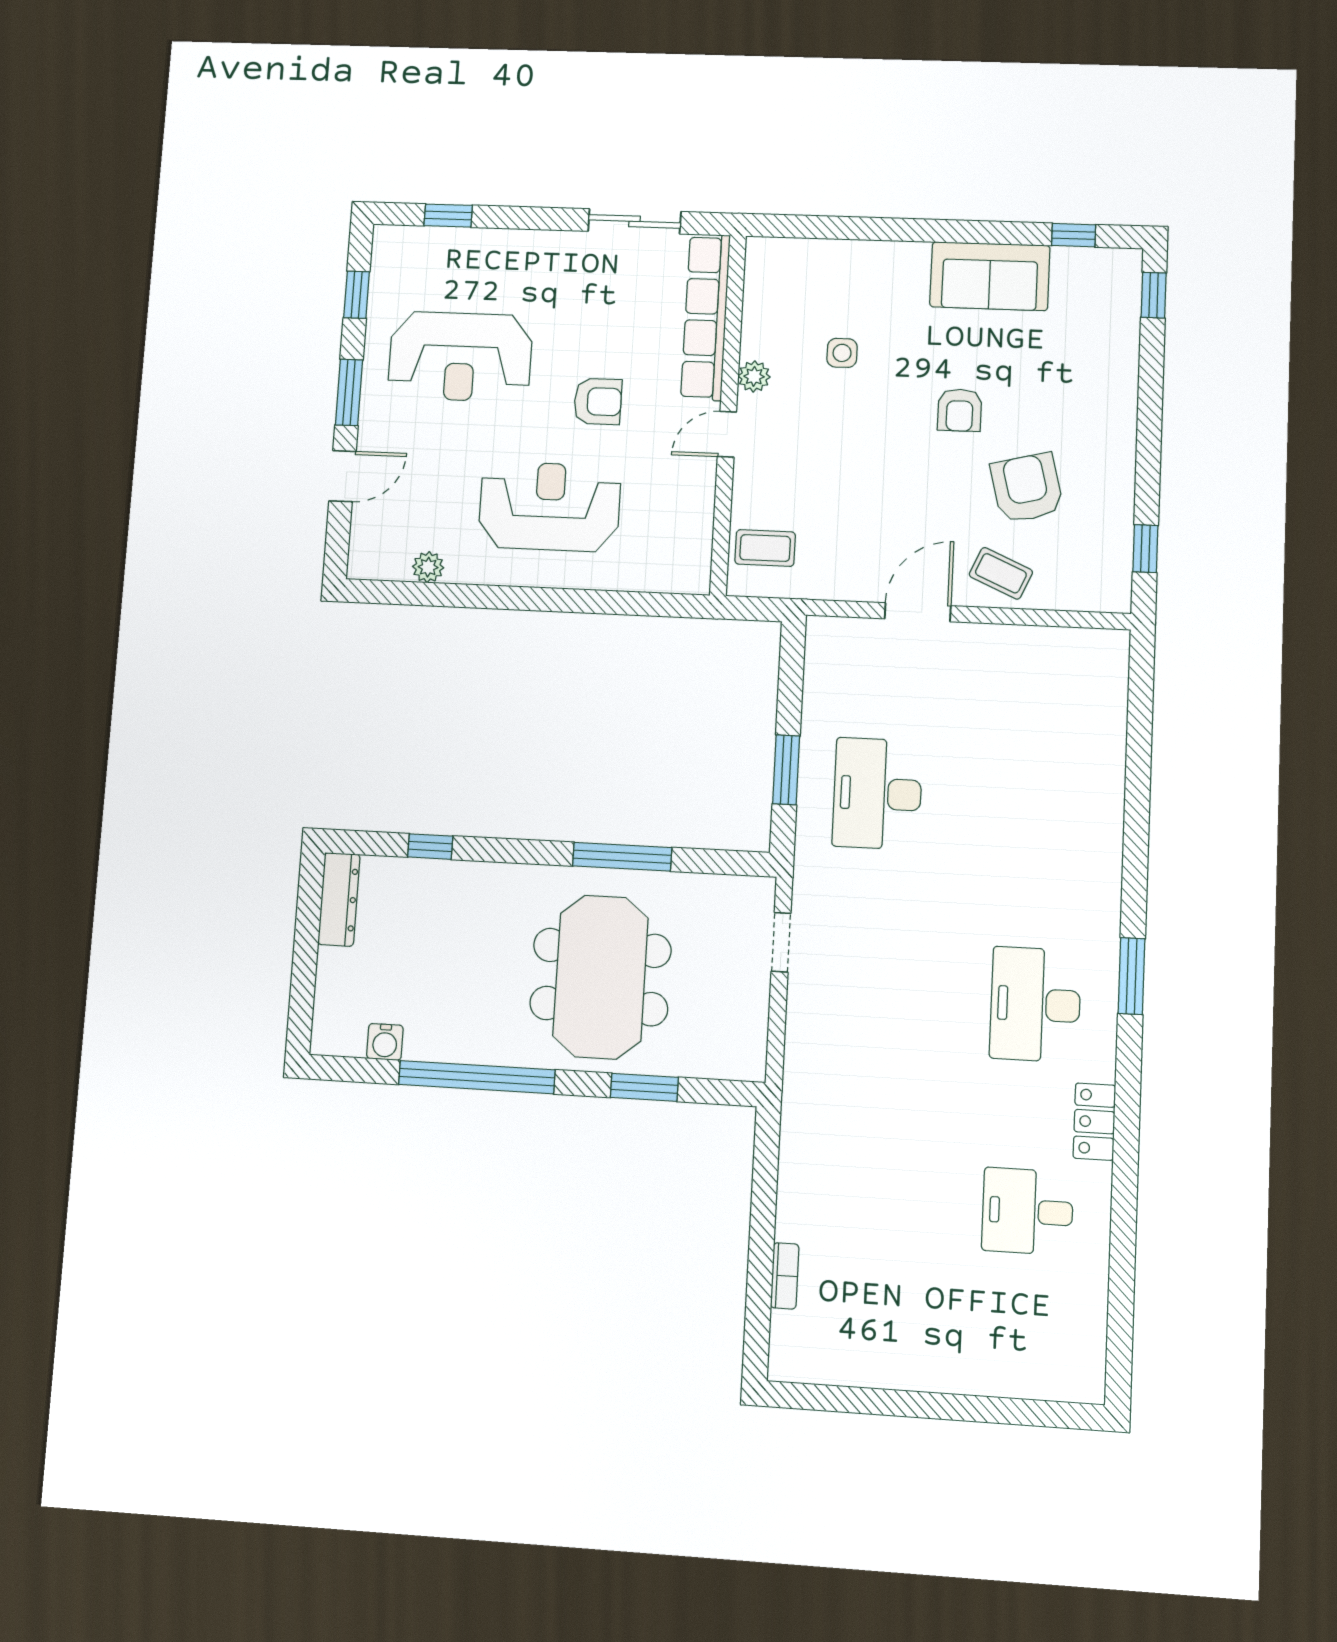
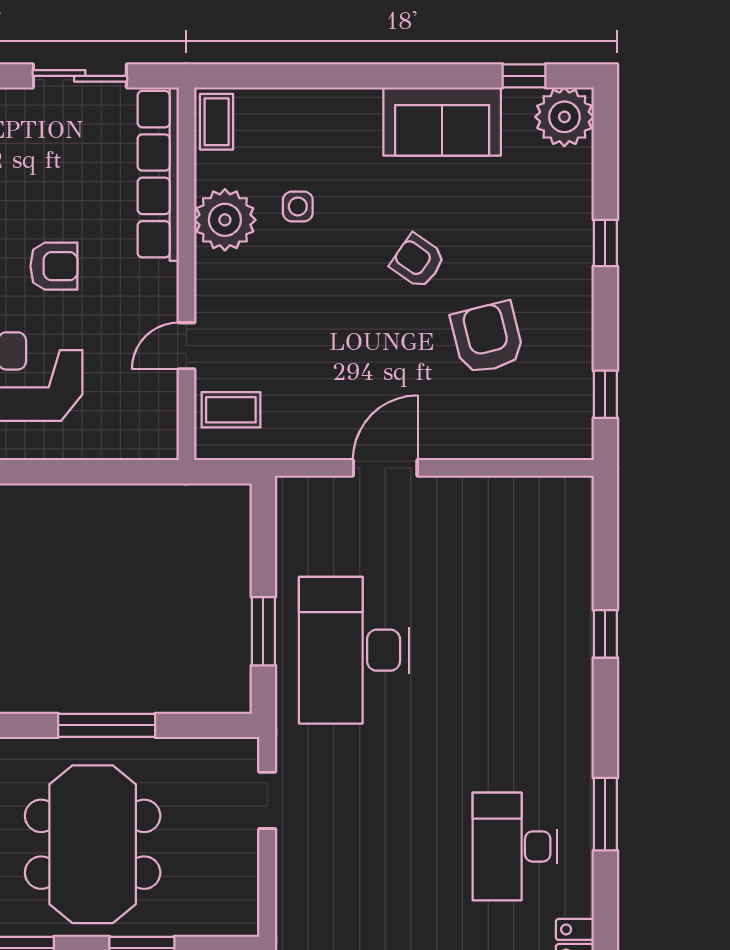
plant: (1113, 276) -> (564, 117), added
window: (1154, 295) -> (605, 243), moved
plant: (754, 376) -> (225, 220), width x1.87, depth x1.87
armchair: (960, 410) -> (418, 261), turned 125
door: (727, 434) -> (186, 346), moved
coffee table: (1001, 573) -> (217, 122), moved, turned 66
window: (1138, 790) -> (605, 634), added
desk: (877, 794) -> (354, 650), width x1.36, depth x1.30

